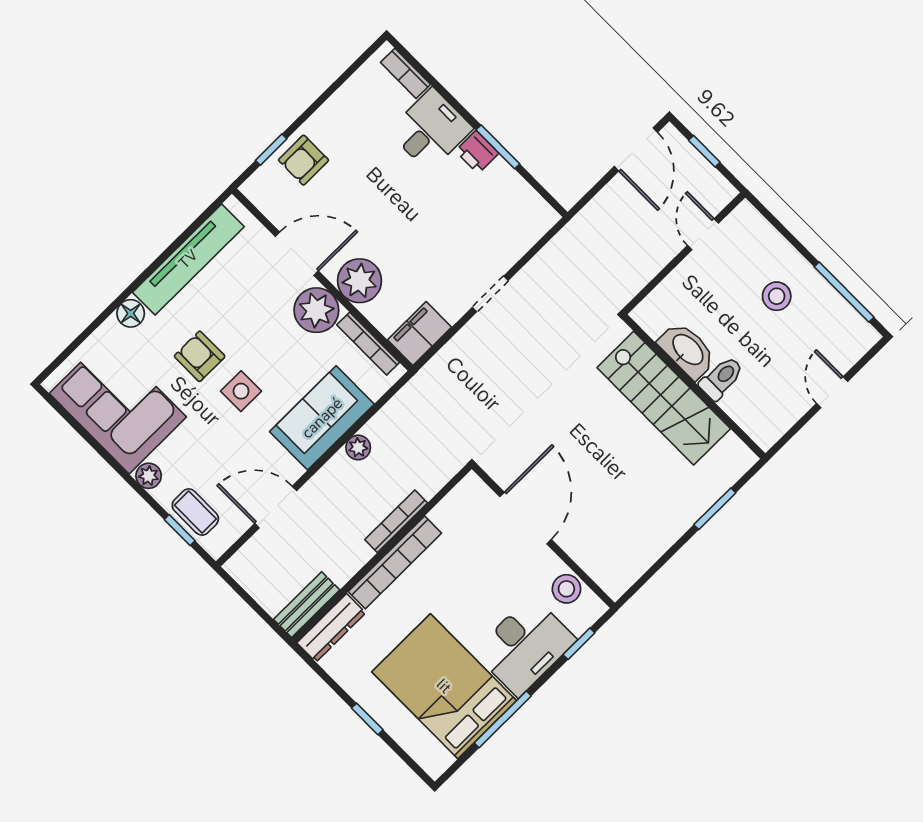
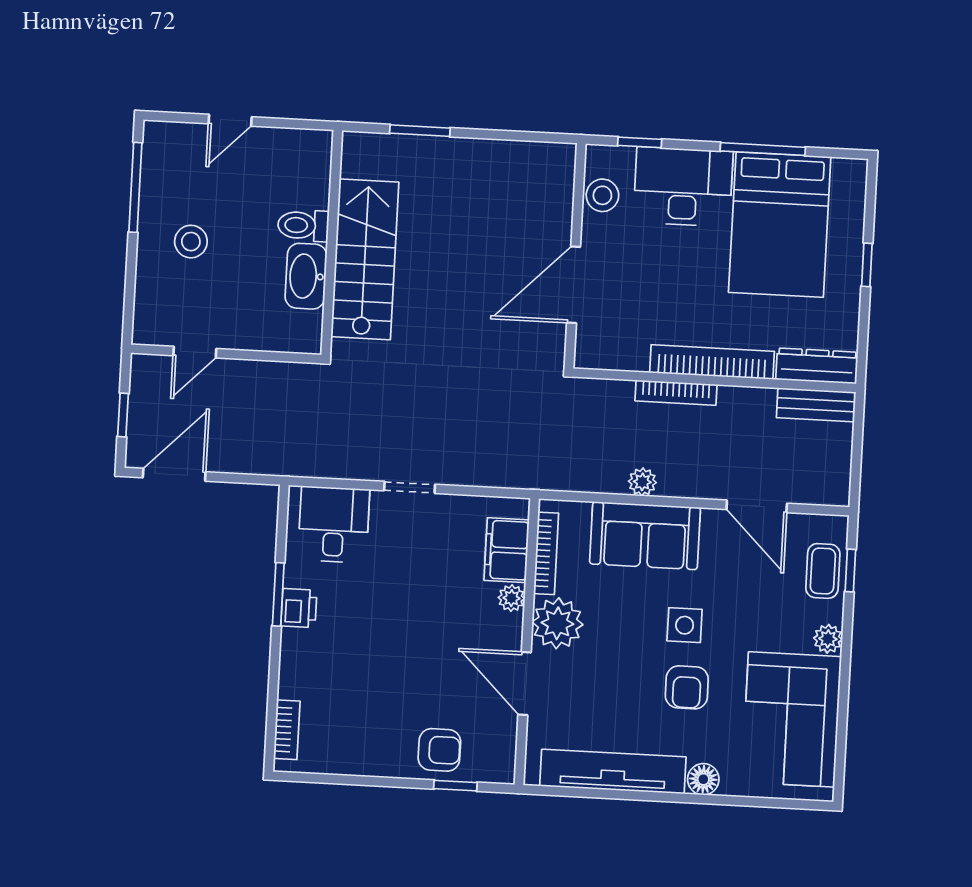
desk: (431, 130) -> (334, 525), moved, turned 90
plant: (360, 281) -> (511, 598), width x0.53, depth x0.53
filing cabinet: (420, 333) -> (507, 550), moved, turned 90

